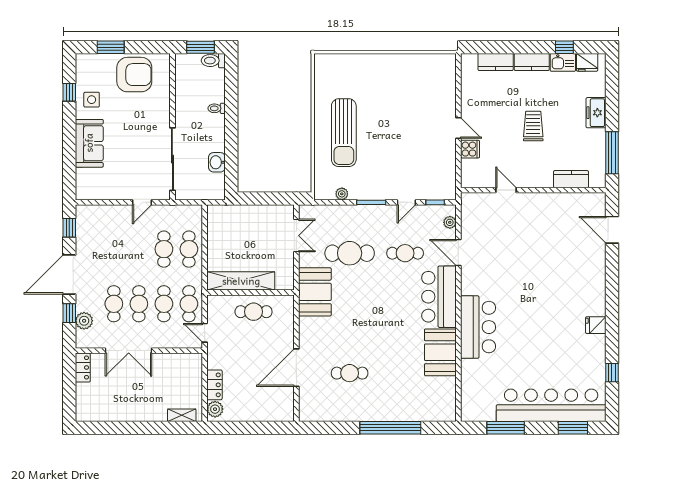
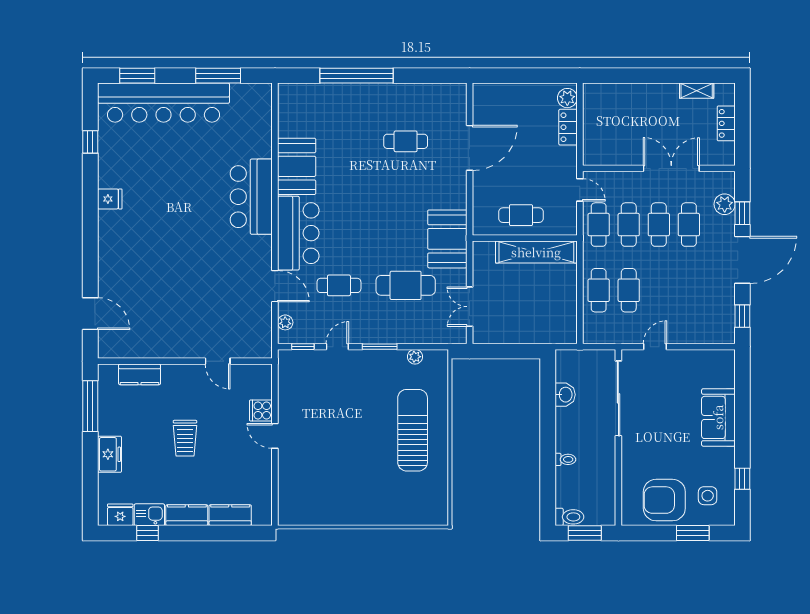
side table: (92, 100) -> (708, 496), moved
locker: (83, 367) -> (726, 123), moved
shelving: (182, 415) -> (697, 91), moved

